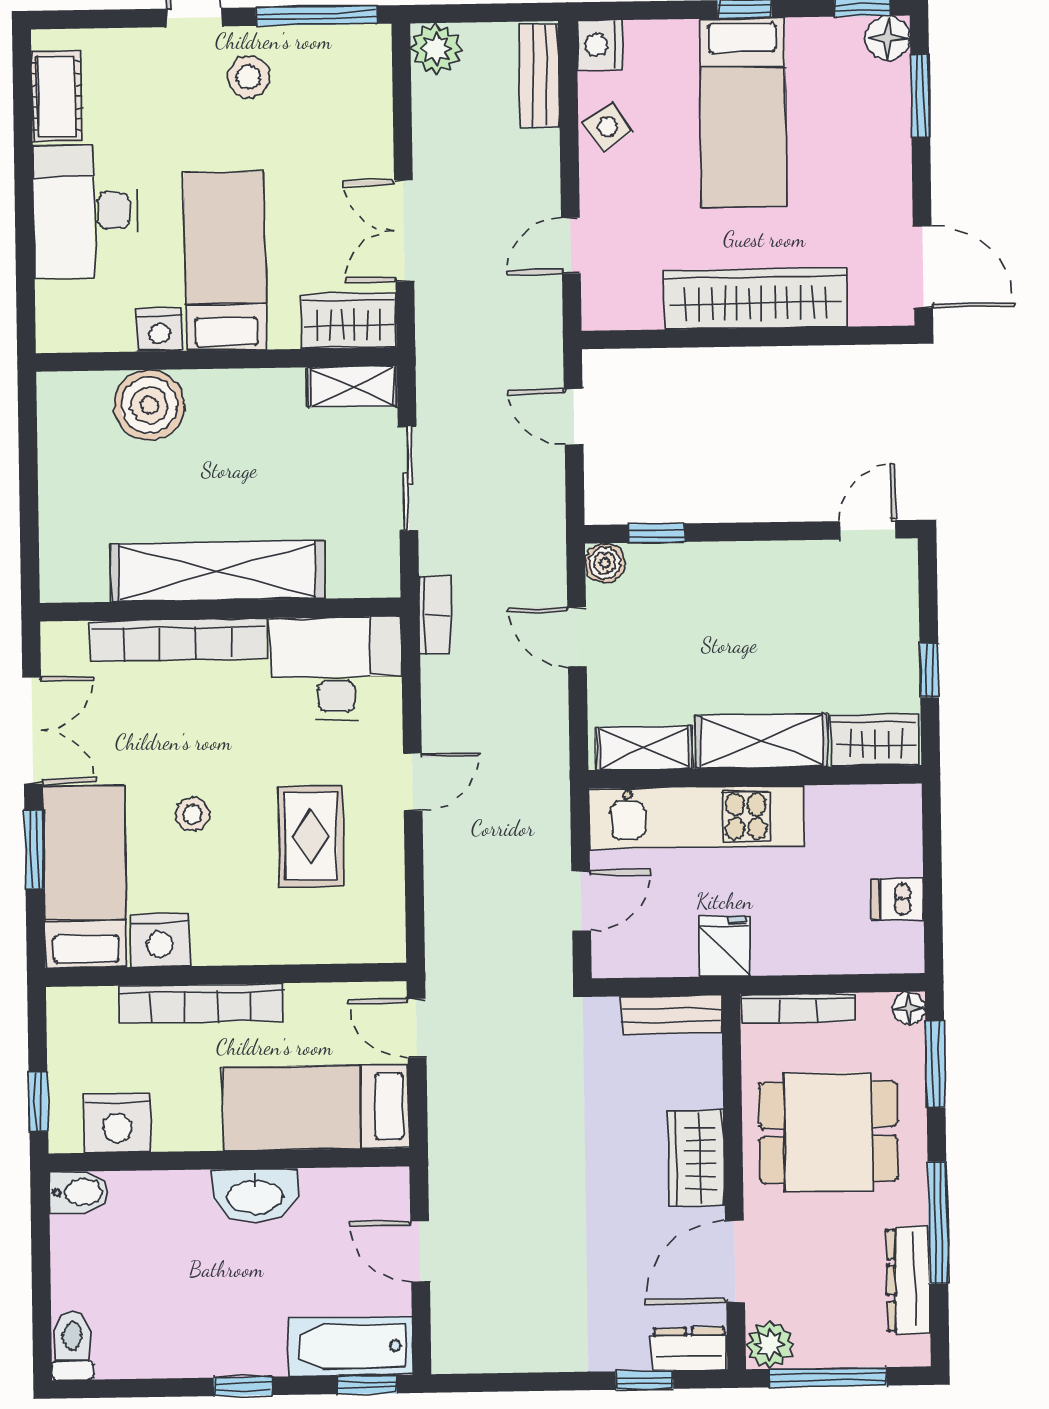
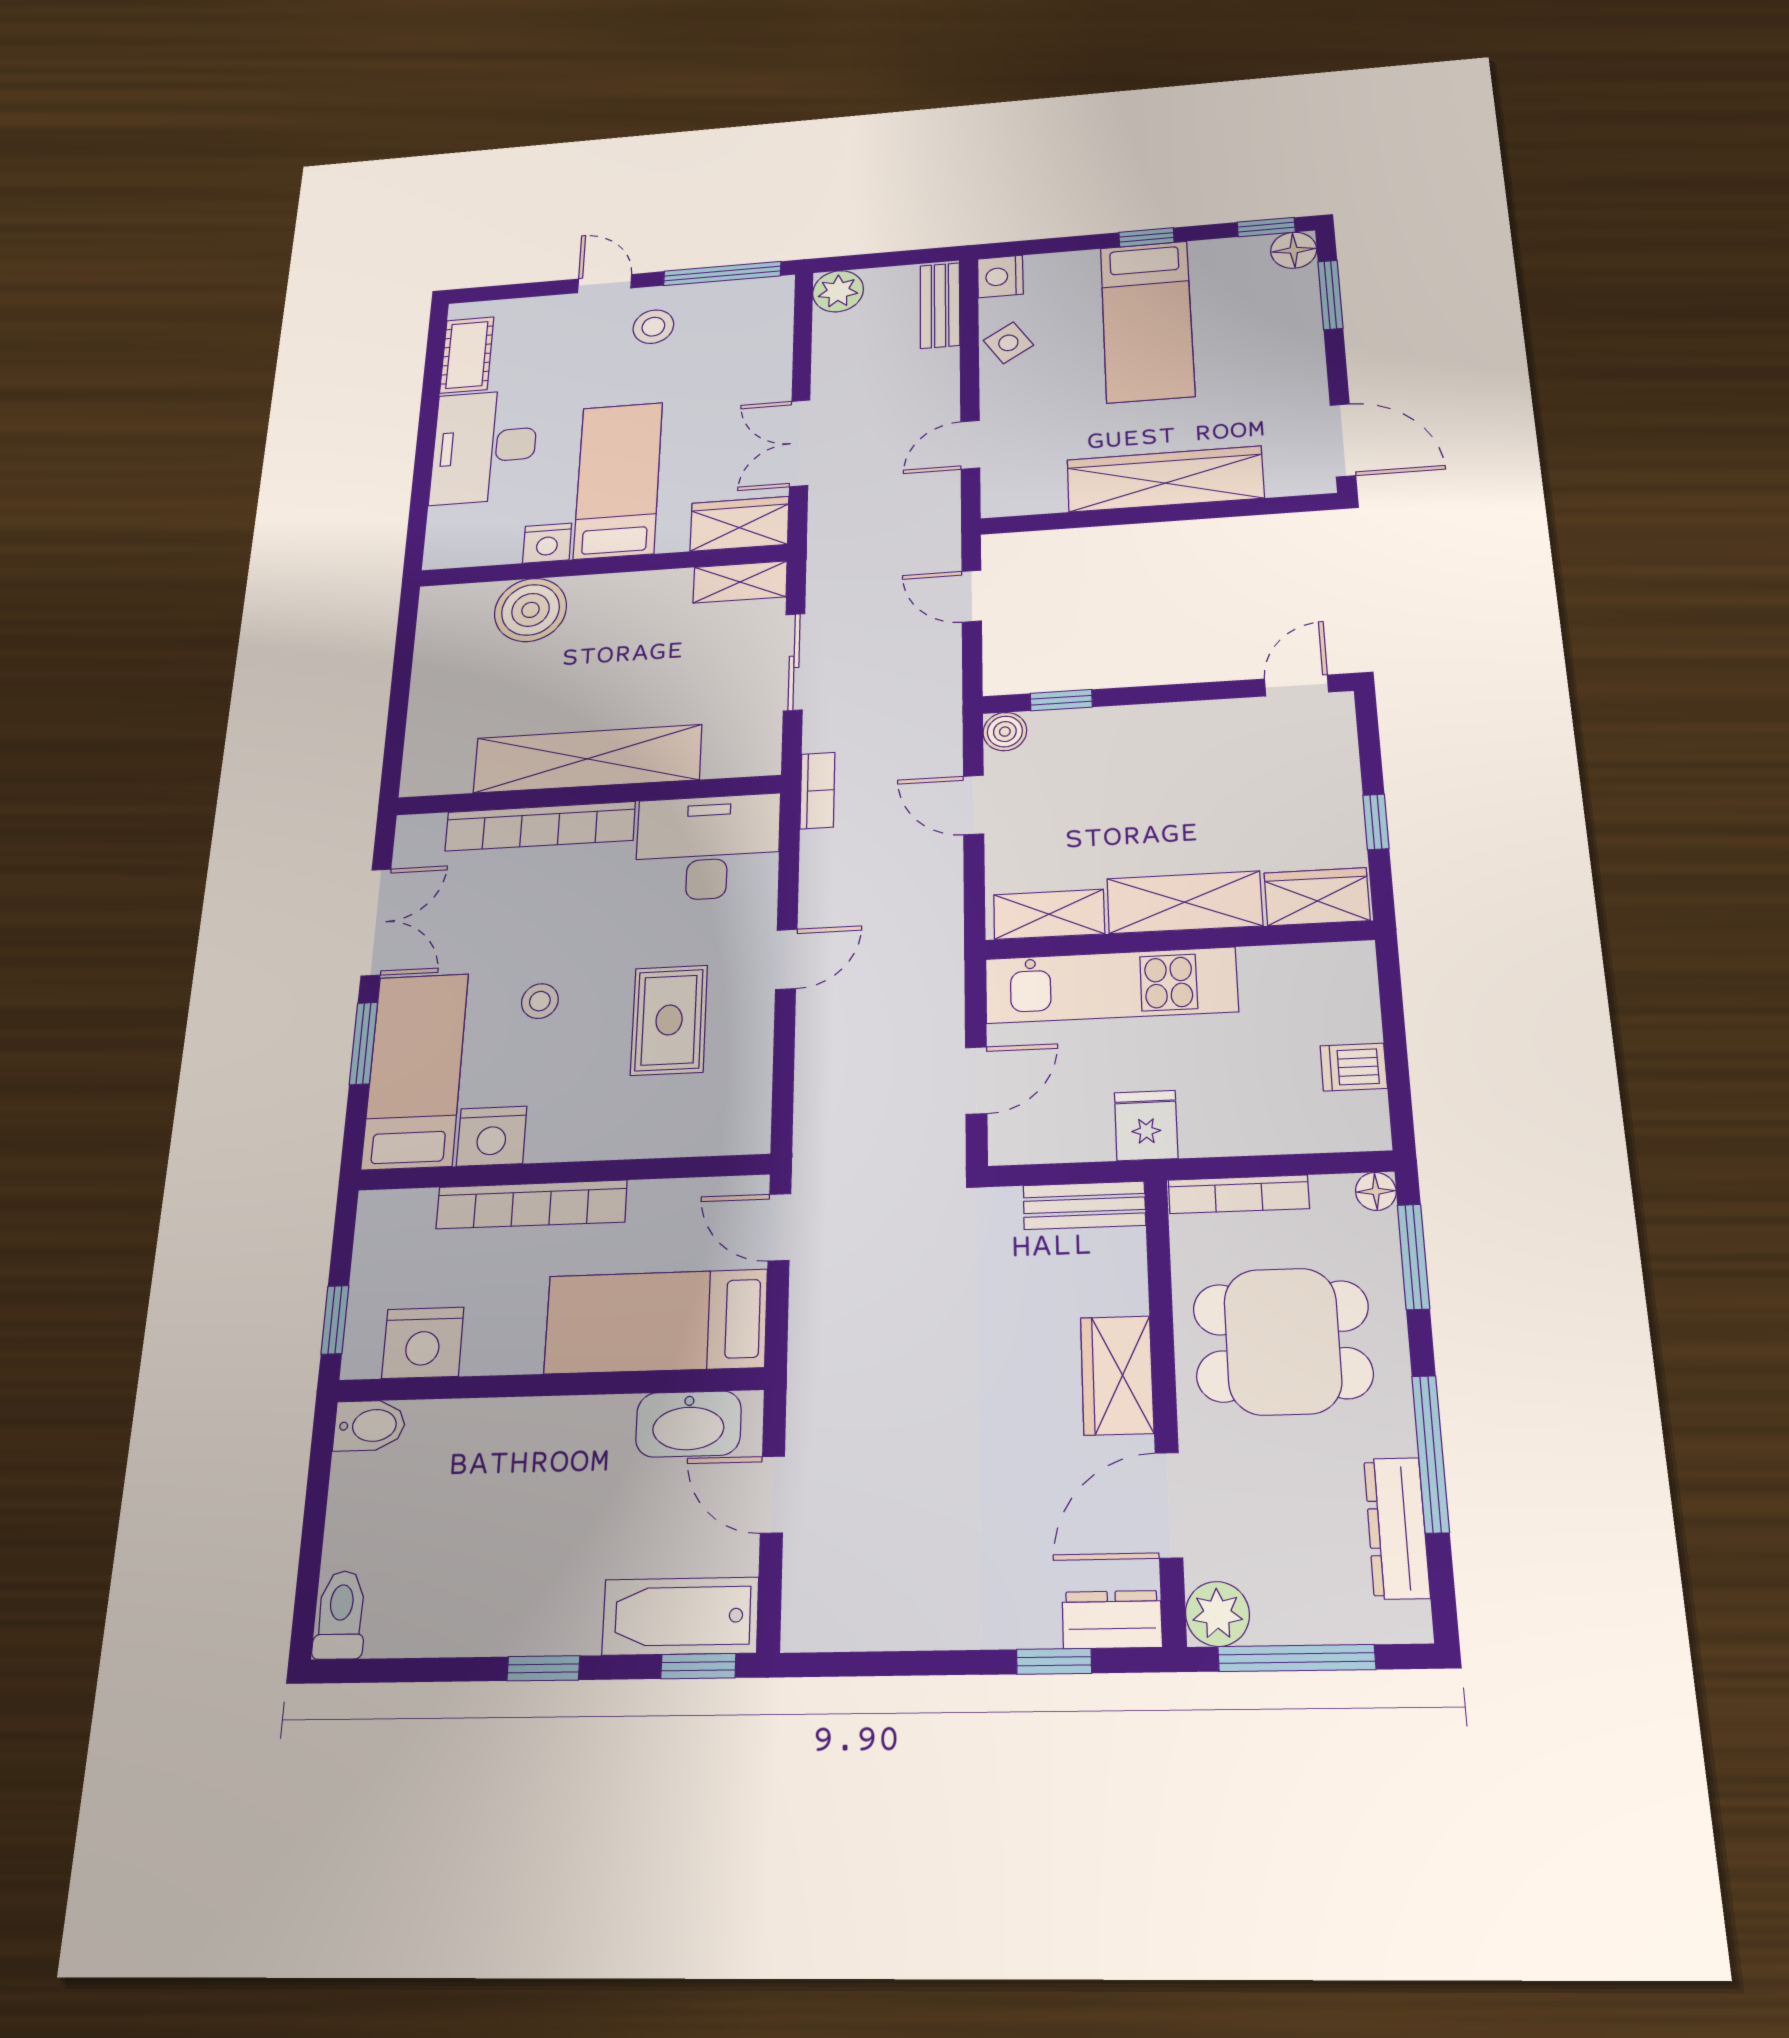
washbasin: (255, 1195) -> (688, 1424), moved

